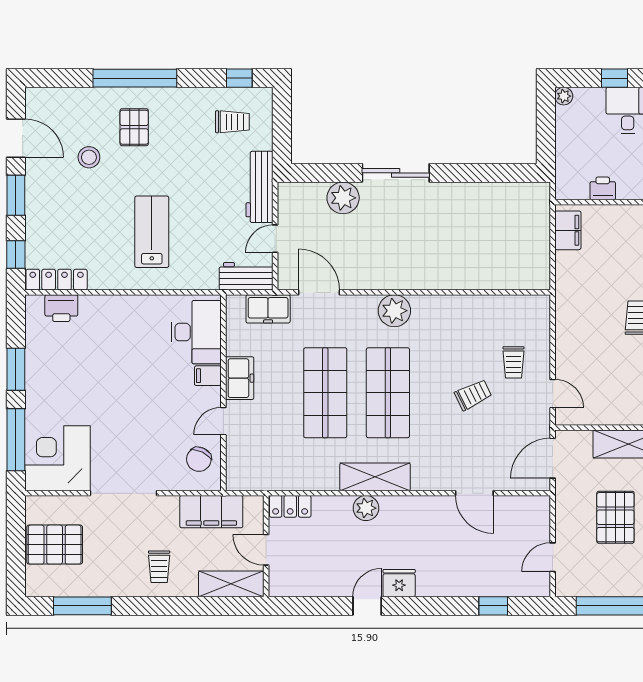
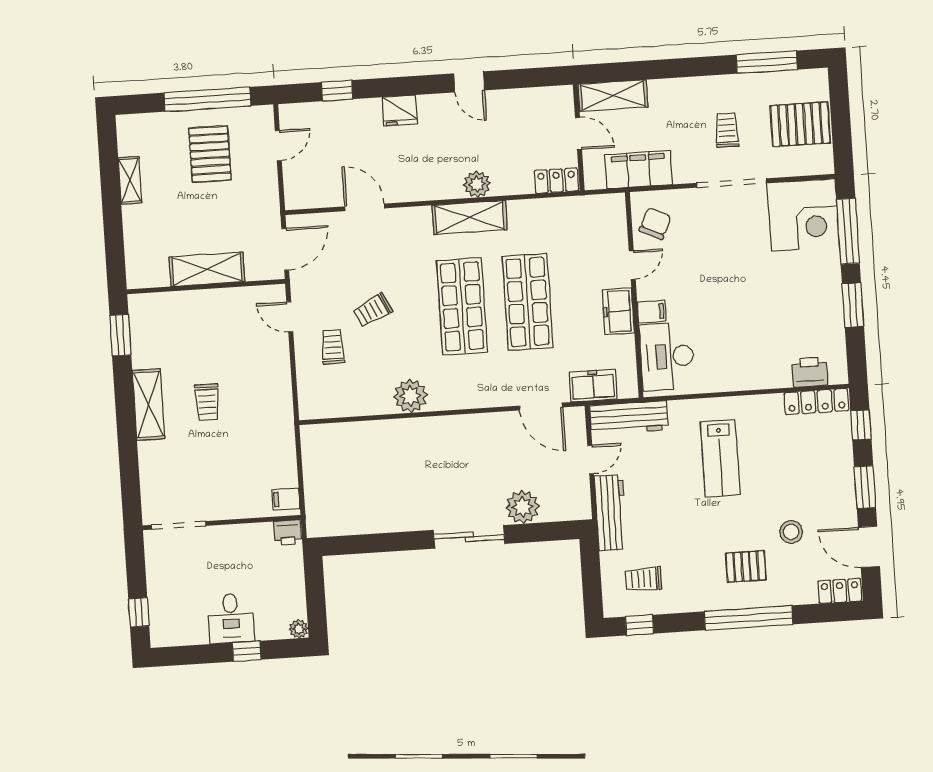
locker: (46, 98) -> (840, 591), added
pallet: (134, 127) -> (746, 566), turned 90
printer: (603, 188) -> (287, 533), moved
filing cabinet: (568, 230) -> (286, 499), width x0.50
workbench: (246, 276) -> (629, 418), width x1.38
plant: (394, 311) -> (410, 396), moved
pallet: (615, 517) -> (210, 154), moved
trolley: (159, 567) -> (727, 130), moved
fridge: (399, 583) -> (400, 110), moved
door: (367, 606) -> (469, 82), hinge flipped

